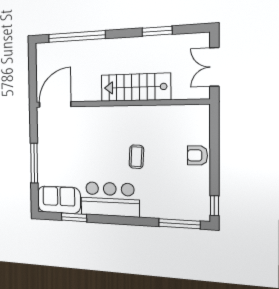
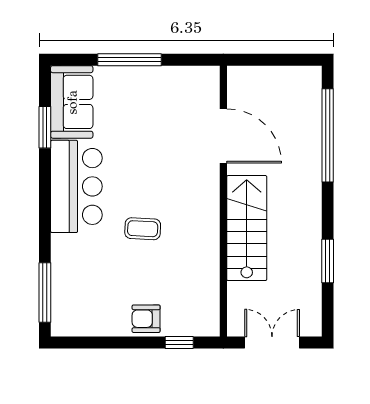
door: (55, 104) -> (223, 136), moved
armchair: (197, 155) -> (146, 319), turned -90
window: (214, 206) -> (179, 343), moved

